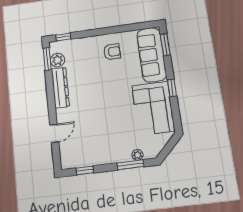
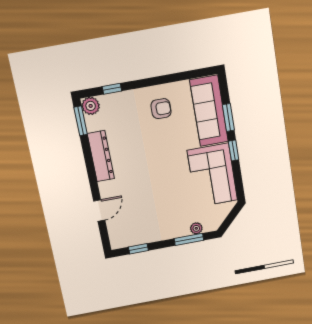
window: (63, 37) -> (112, 89), moved
window: (165, 45) -> (228, 118), moved
plant: (57, 60) -> (91, 106), moved

